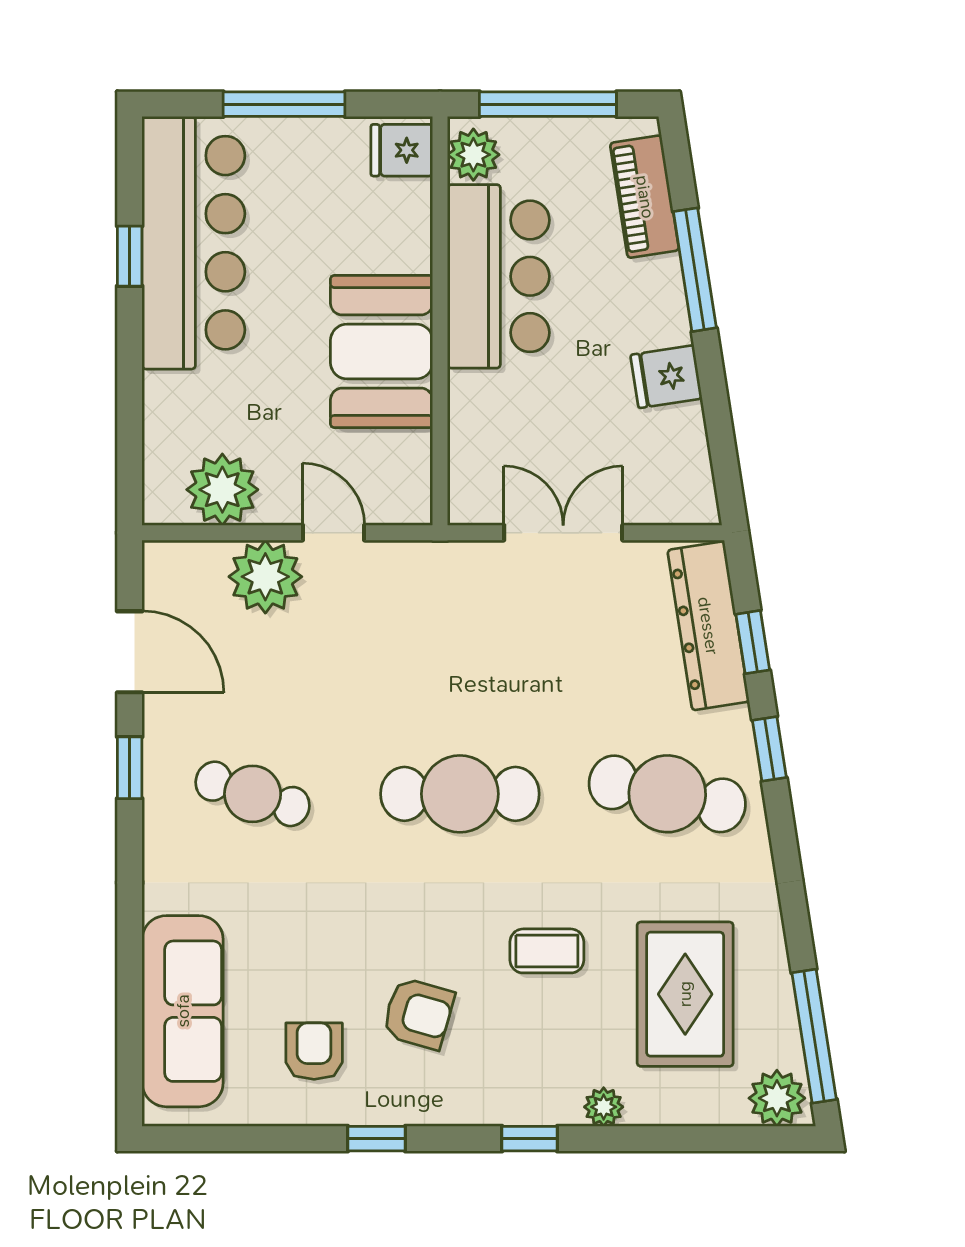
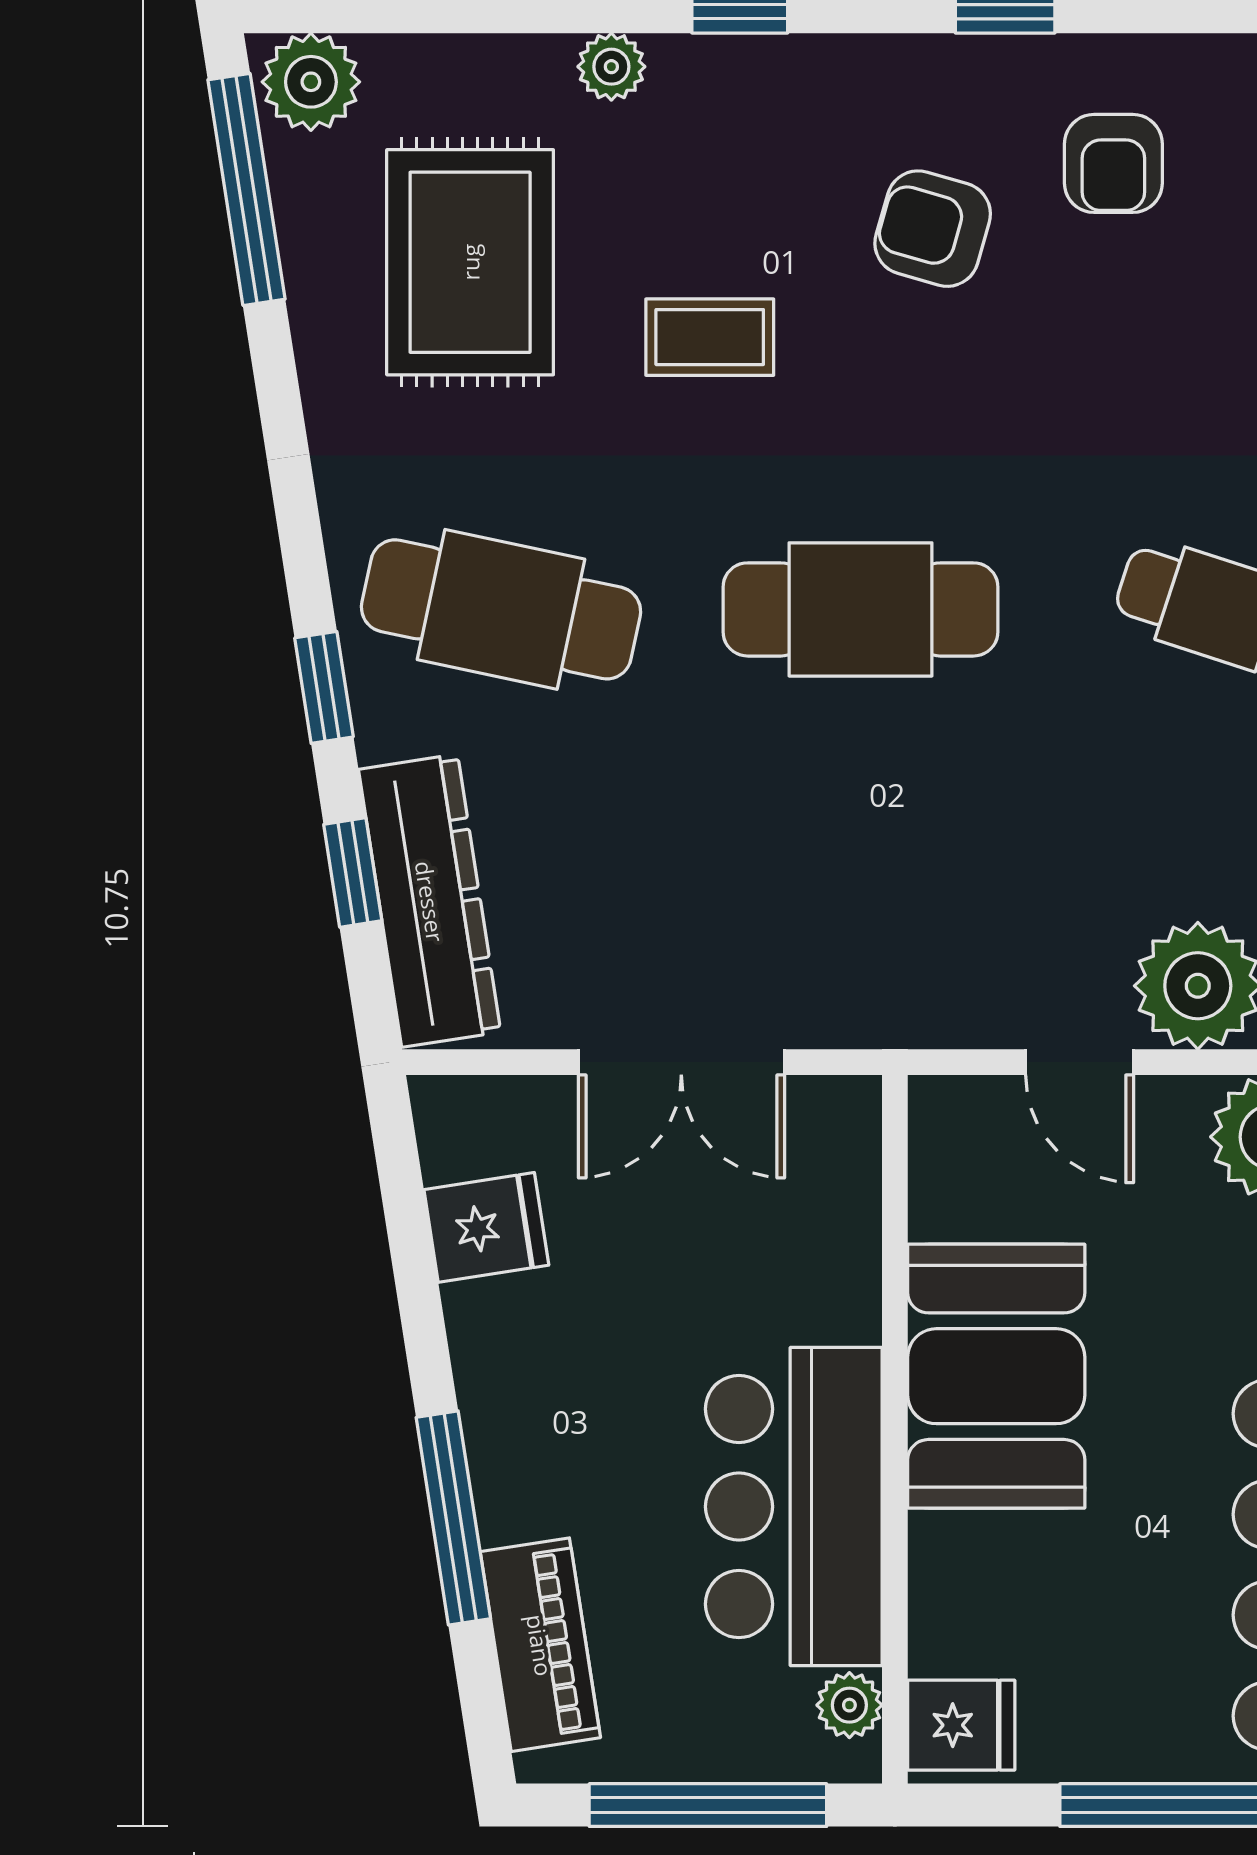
plant: (473, 155) -> (849, 1705), width x0.73, depth x0.73
fridge: (666, 377) -> (486, 1227), moved

